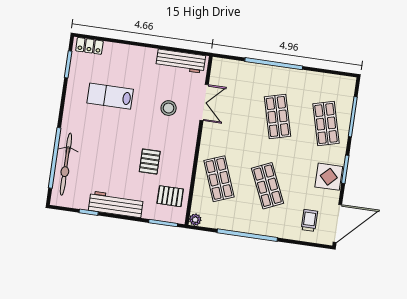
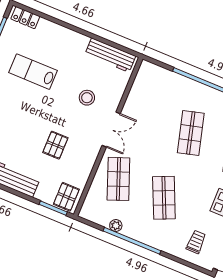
double door: (204, 103) -> (111, 130), moved
pallet: (170, 196) -> (66, 197), moved, turned 90
plant: (195, 220) -> (116, 226), moved

